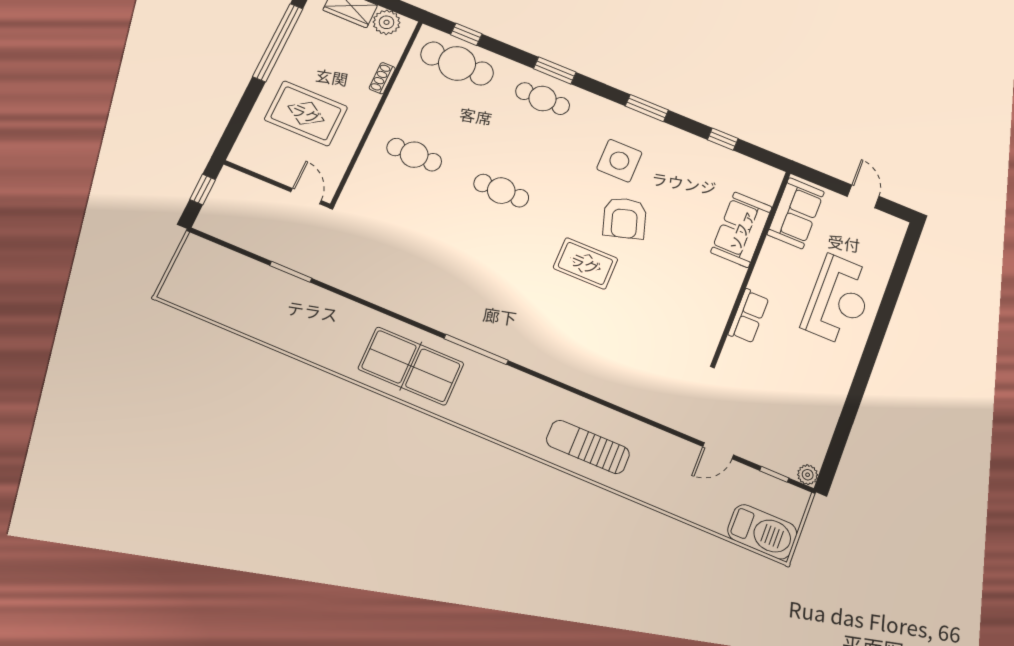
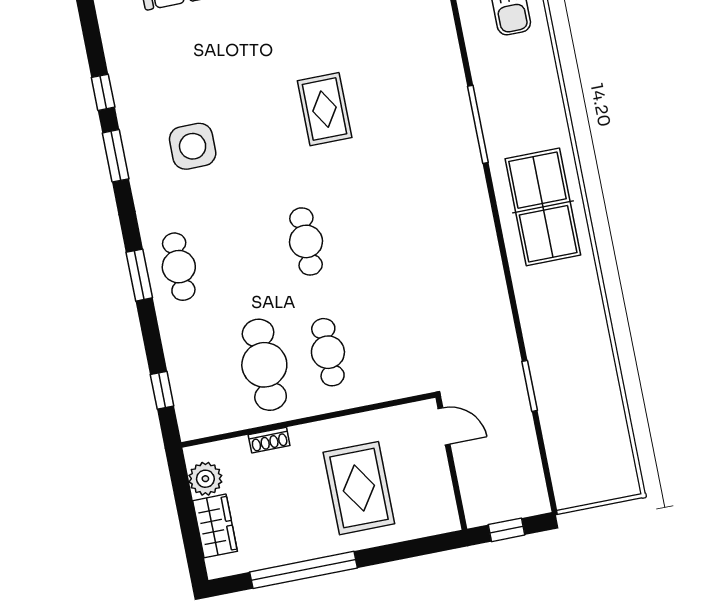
cafe table: (457, 63) -> (264, 365), moved
window: (723, 139) -> (103, 92), moved
door: (306, 196) -> (444, 426), swing flipped
armchair: (625, 218) -> (250, 101), removed
window: (476, 349) -> (478, 124), moved

